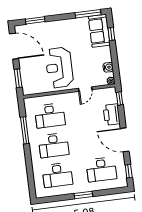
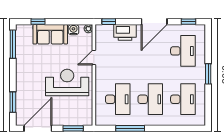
sofa: (99, 31) -> (50, 34), moved
reception desk: (59, 68) -> (67, 83), turned 180
door: (85, 89) -> (94, 57), swing flipped

